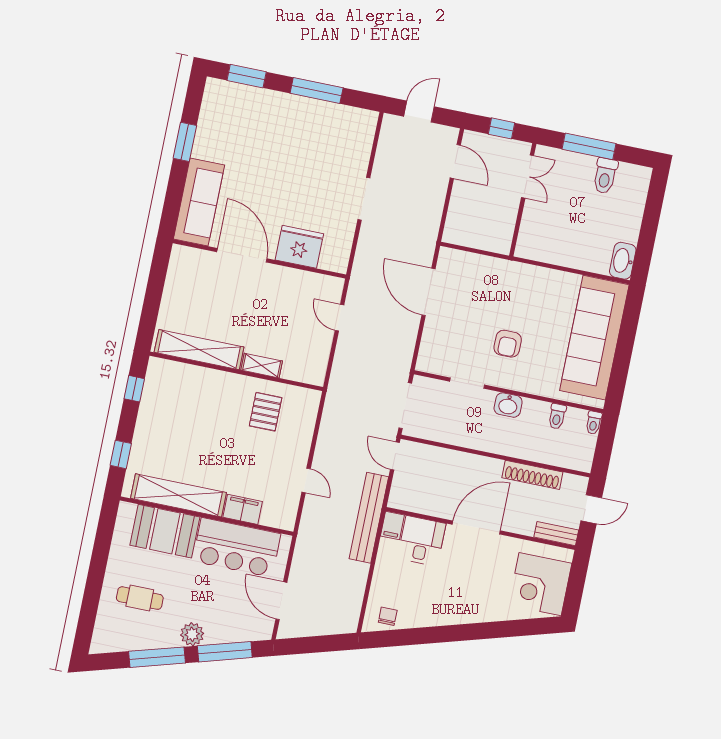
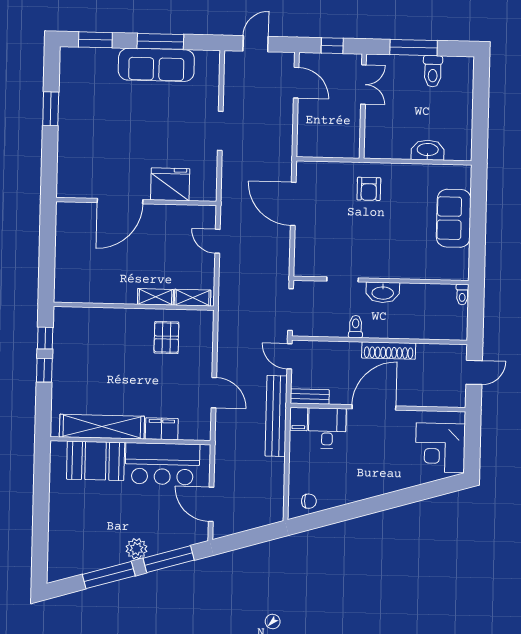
sofa: (199, 202) -> (156, 65), moved, turned 90
door: (242, 255) -> (120, 201), swing flipped
washbasin: (623, 261) -> (428, 150), moved, turned 90
sofa: (594, 338) -> (454, 218), width x0.54, depth x0.79
armchair: (508, 344) -> (369, 189), moved
shelving: (199, 350) -> (193, 298), moved, width x0.45, depth x0.75
washbasin: (508, 405) -> (383, 292), width x1.38
toilet: (557, 416) -> (356, 326), moved, turned 180
window: (121, 454) -> (44, 370), moved
shoe rack: (532, 475) -> (389, 351), moved
door: (306, 480) -> (214, 393), width x1.38
bench: (556, 534) -> (310, 397), moved
cafe table: (140, 598) -> (84, 525), removed
chair: (388, 616) -> (309, 501), turned 90

